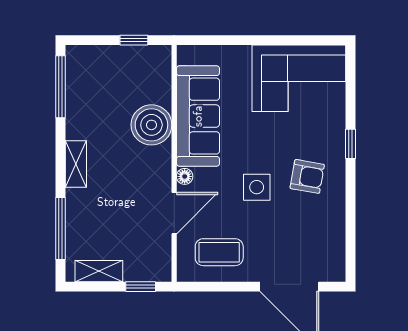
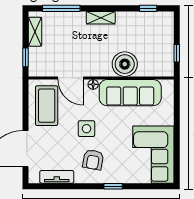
window: (61, 87) -> (148, 8), width x0.46
tv unit: (335, 236) -> (57, 177), added
coffee table: (219, 252) -> (47, 106), width x1.36, depth x1.32

